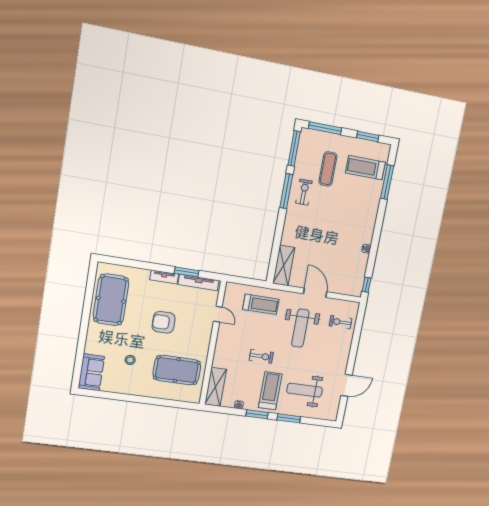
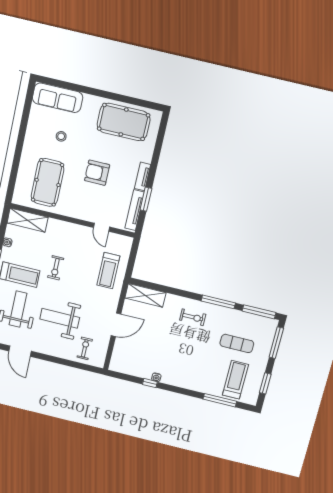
exercise bike: (304, 192) -> (193, 317), moved
window: (367, 285) -> (150, 383), moved
door: (218, 314) -> (101, 227), hinge flipped
armchair: (164, 322) -> (97, 173), turned -90
weight bench: (300, 328) -> (60, 318), moved
sofa: (91, 372) -> (58, 98), width x1.36

